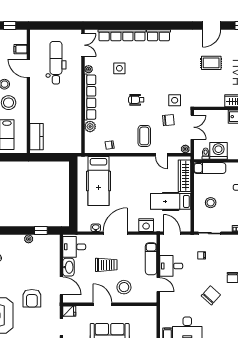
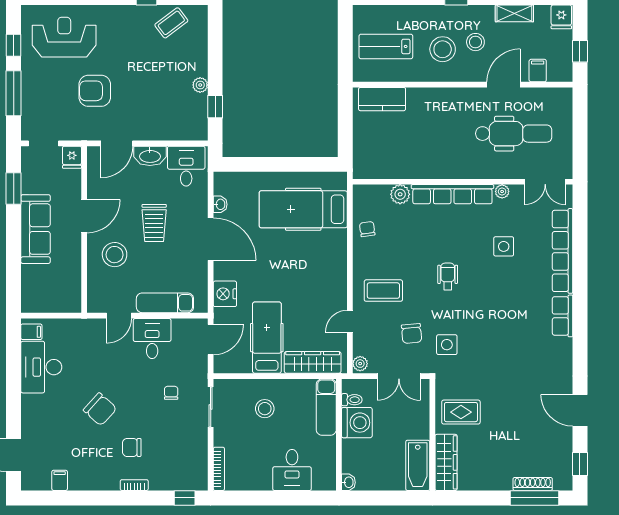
rug: (211, 63) -> (461, 412), moved, turned 90

